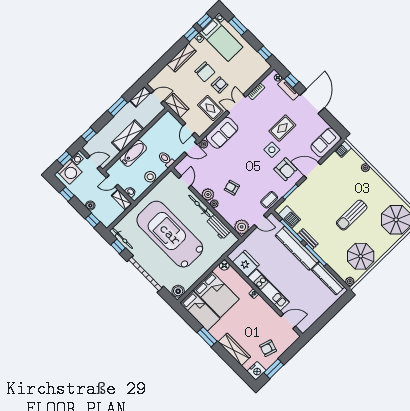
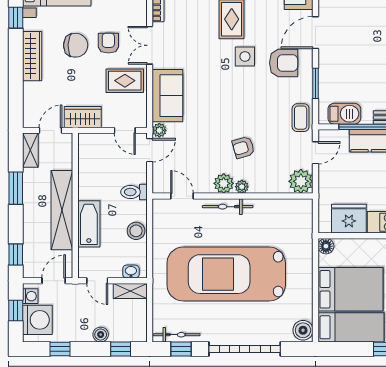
shelving: (128, 136) -> (62, 210), width x1.47
door: (112, 181) -> (97, 281), hinge flipped
workbench: (218, 227) -> (274, 209), removed

